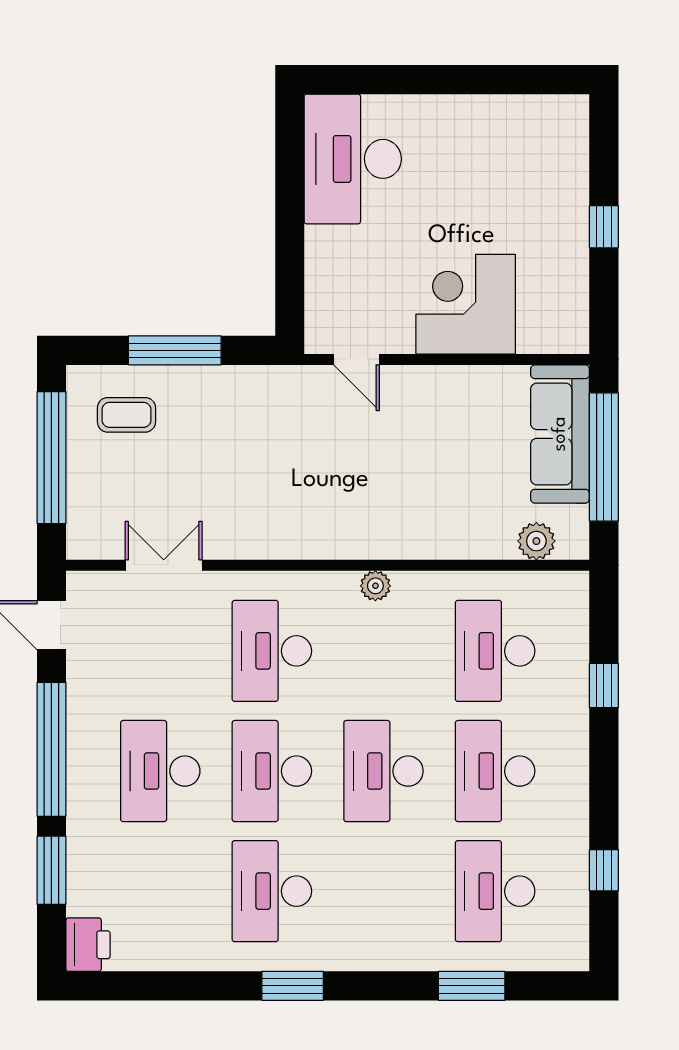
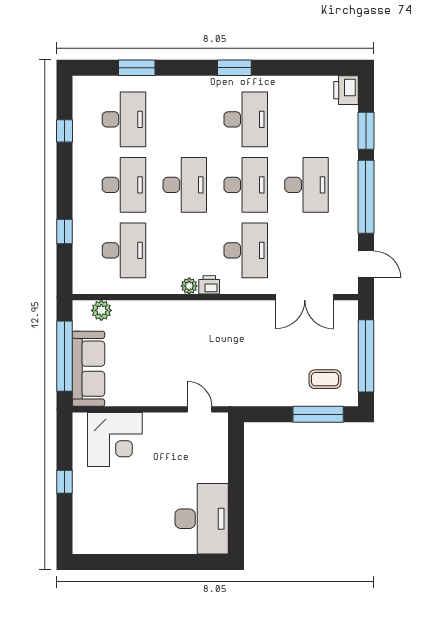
corner desk: (466, 304) -> (115, 439), moved
window: (175, 350) -> (318, 414), moved
double door: (164, 565) -> (305, 297), width x1.37
printer: (339, 588) -> (209, 285), added

